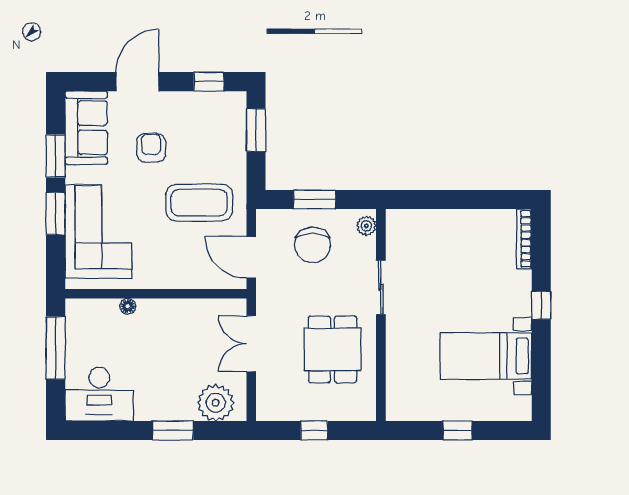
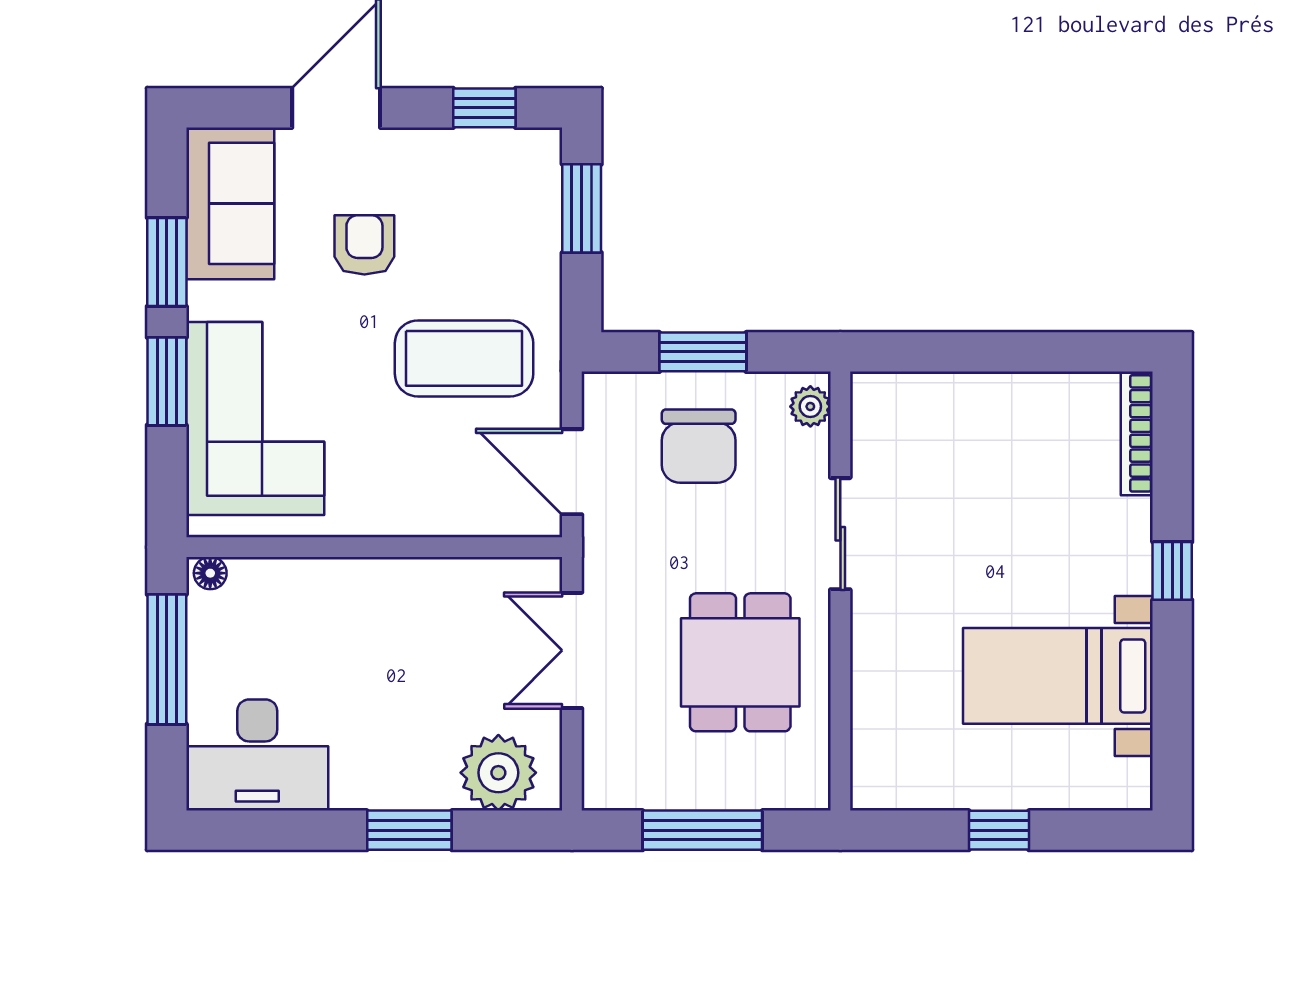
floor lamp: (128, 306) -> (210, 573), moved
window: (314, 430) -> (702, 830), width x2.17

